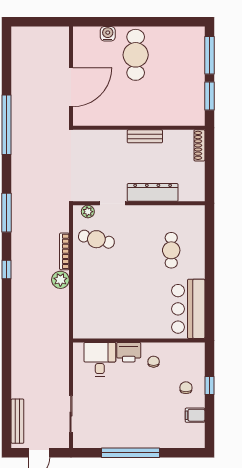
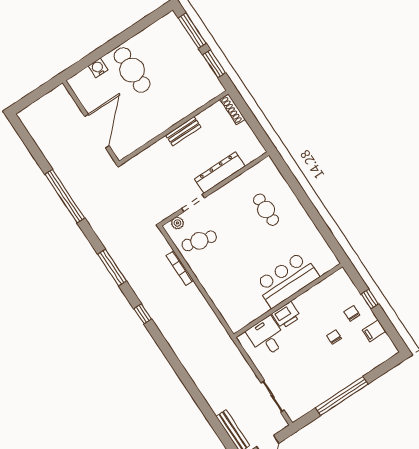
plant: (60, 280) -> (192, 293), removed
bar counter: (188, 309) -> (287, 280), moved, turned 90
chair: (154, 362) -> (334, 337), moved

